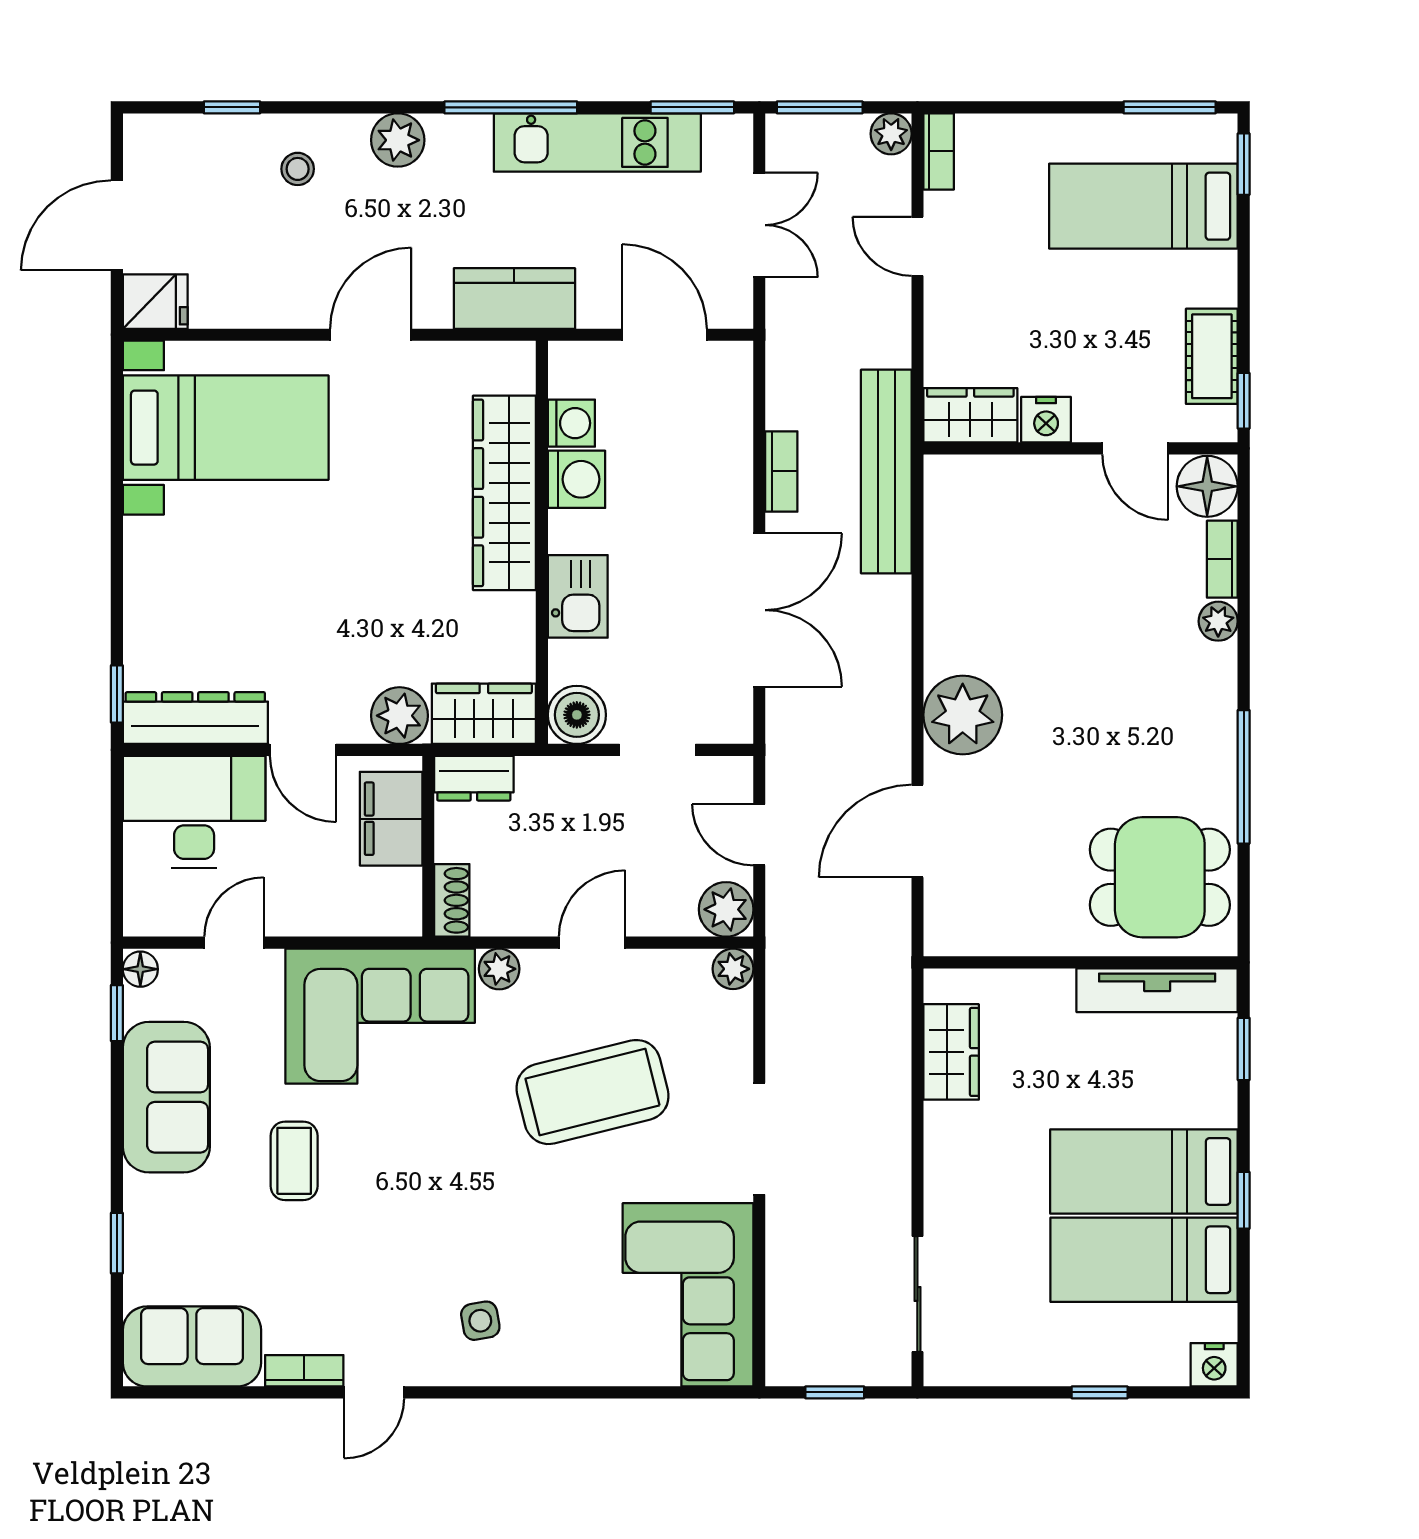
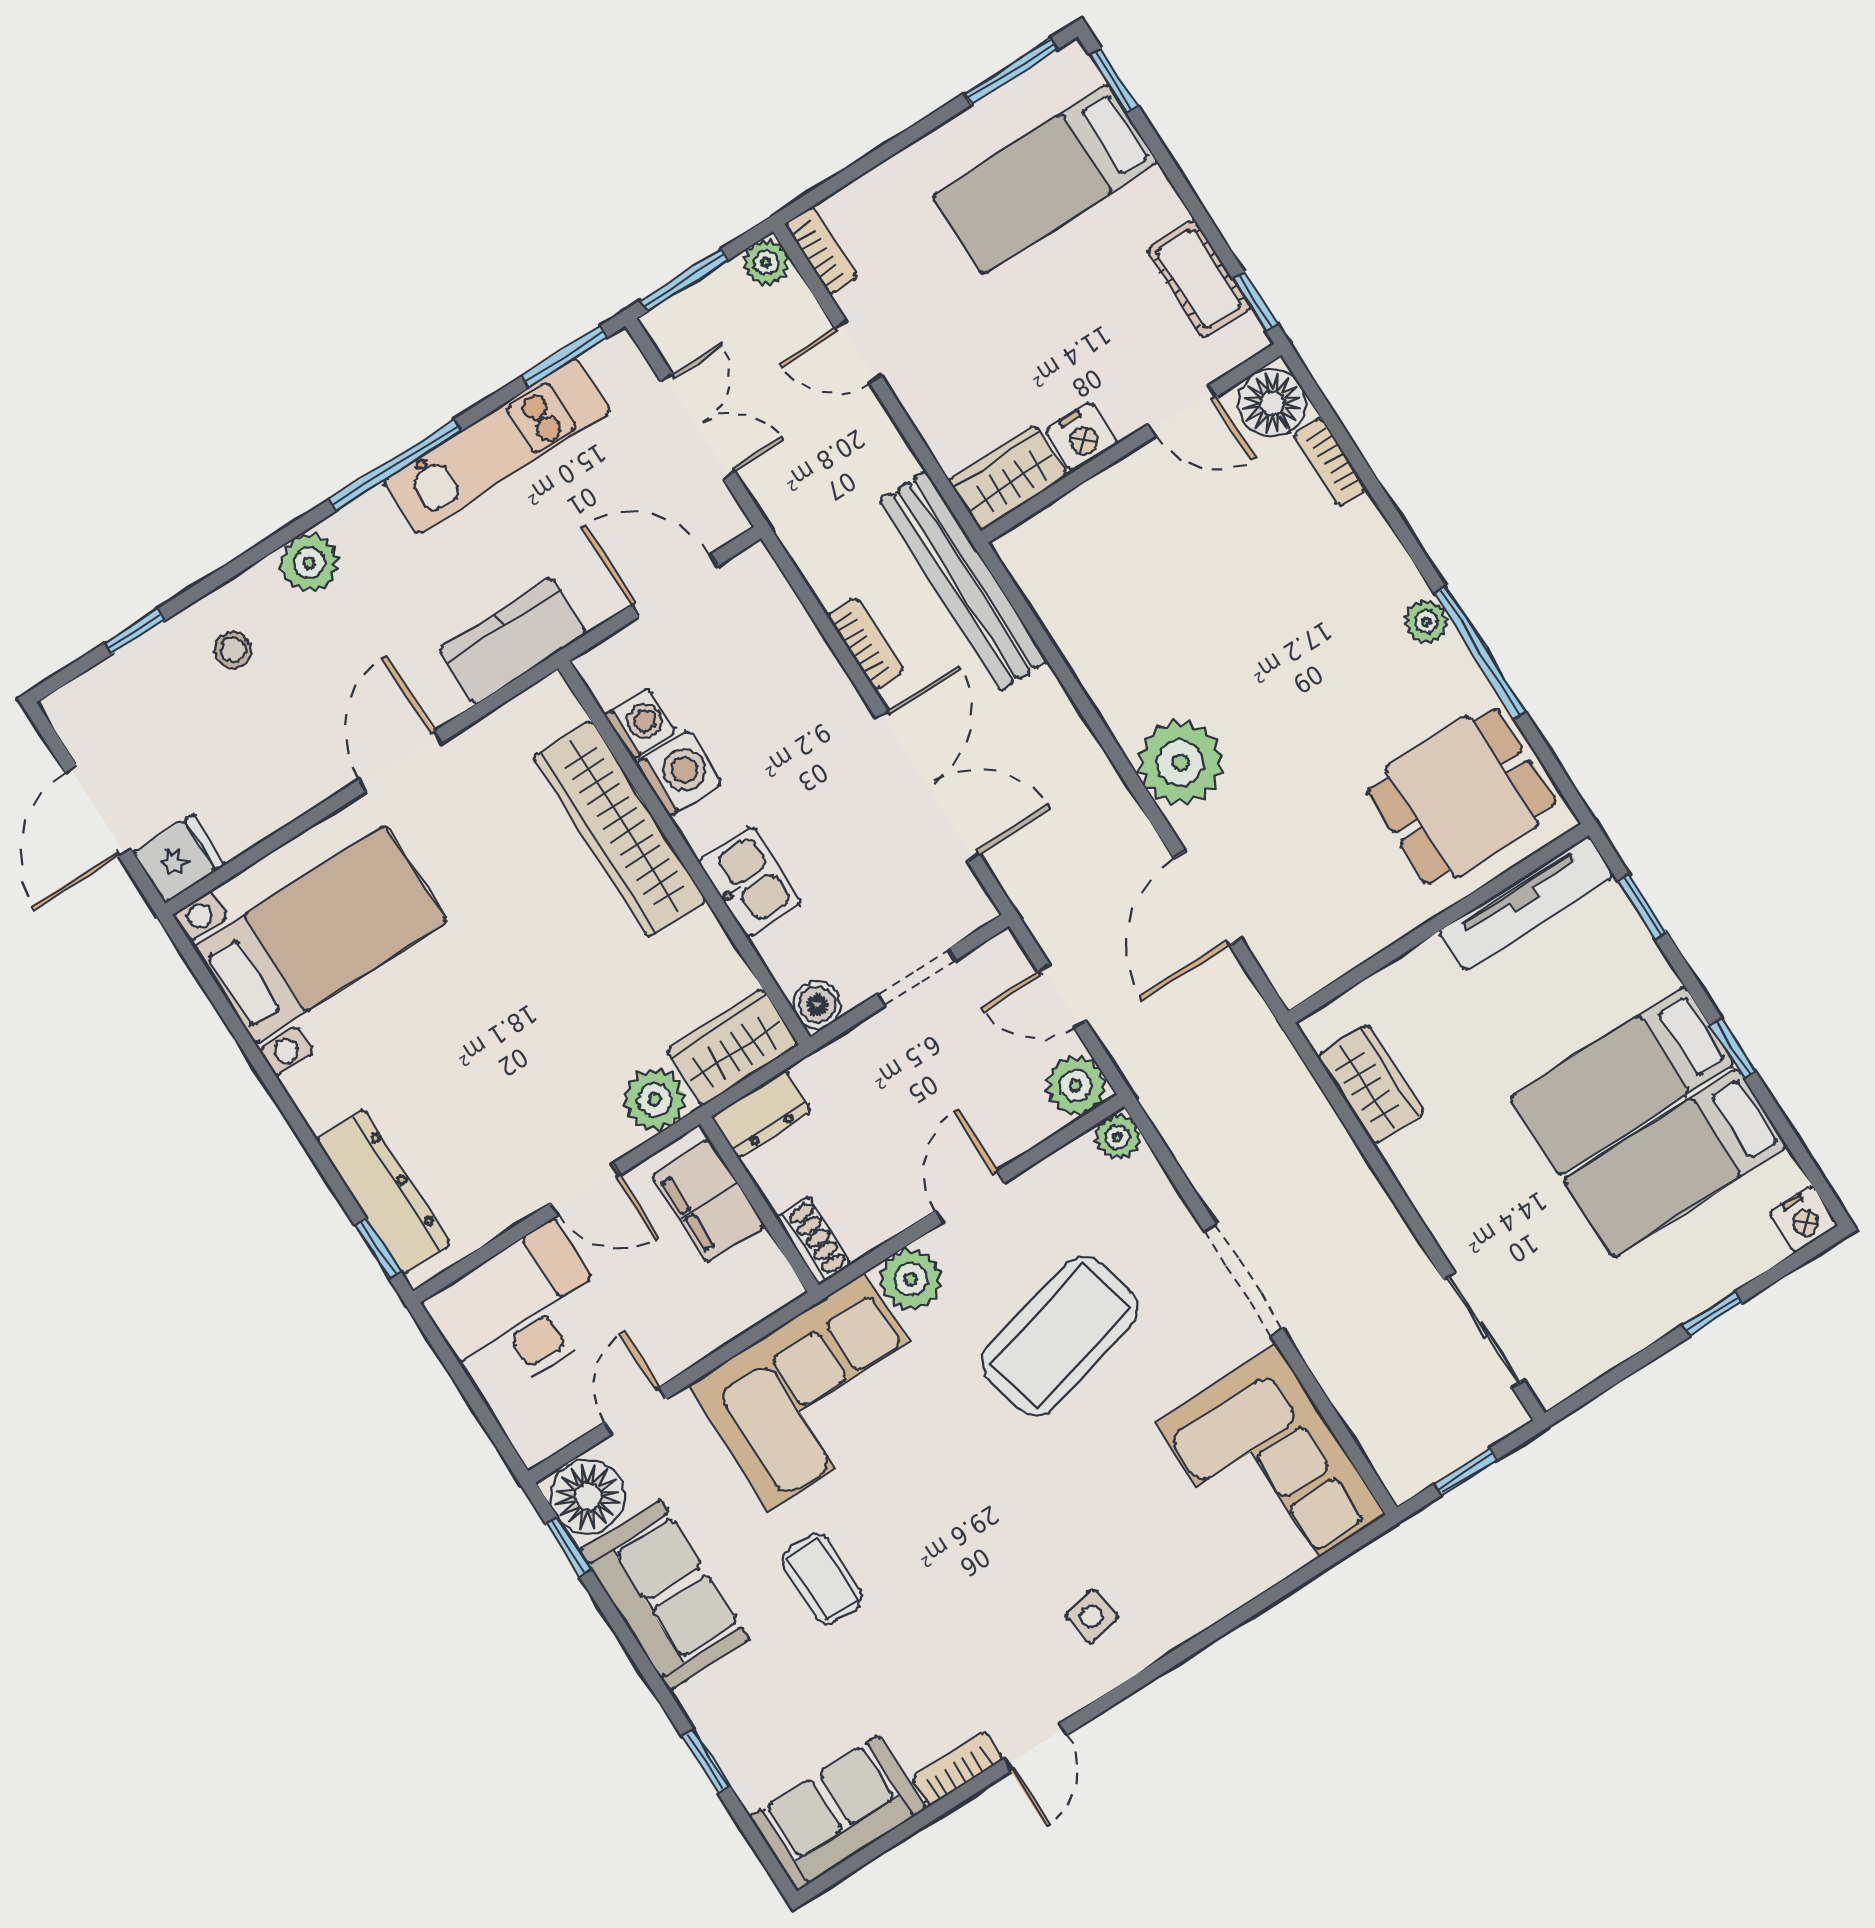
plant: (1218, 621) -> (1426, 622), moved
boiler: (577, 715) -> (817, 1005), width x0.73, depth x0.73
dresser: (195, 718) -> (383, 1192), moved, turned 90
floor lamp: (140, 969) -> (588, 1497), width x1.89, depth x1.89
plant: (499, 969) -> (911, 1279), width x1.38, depth x1.38

